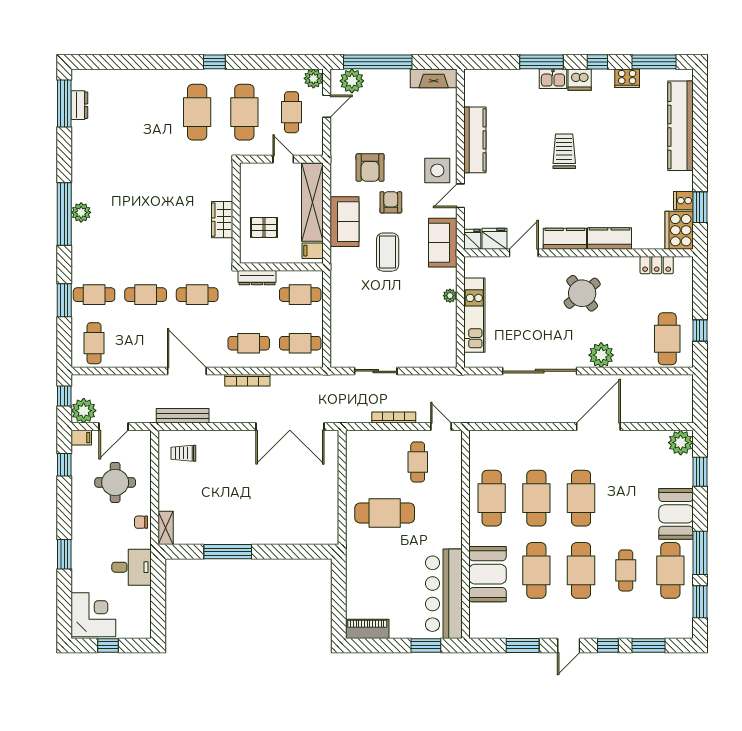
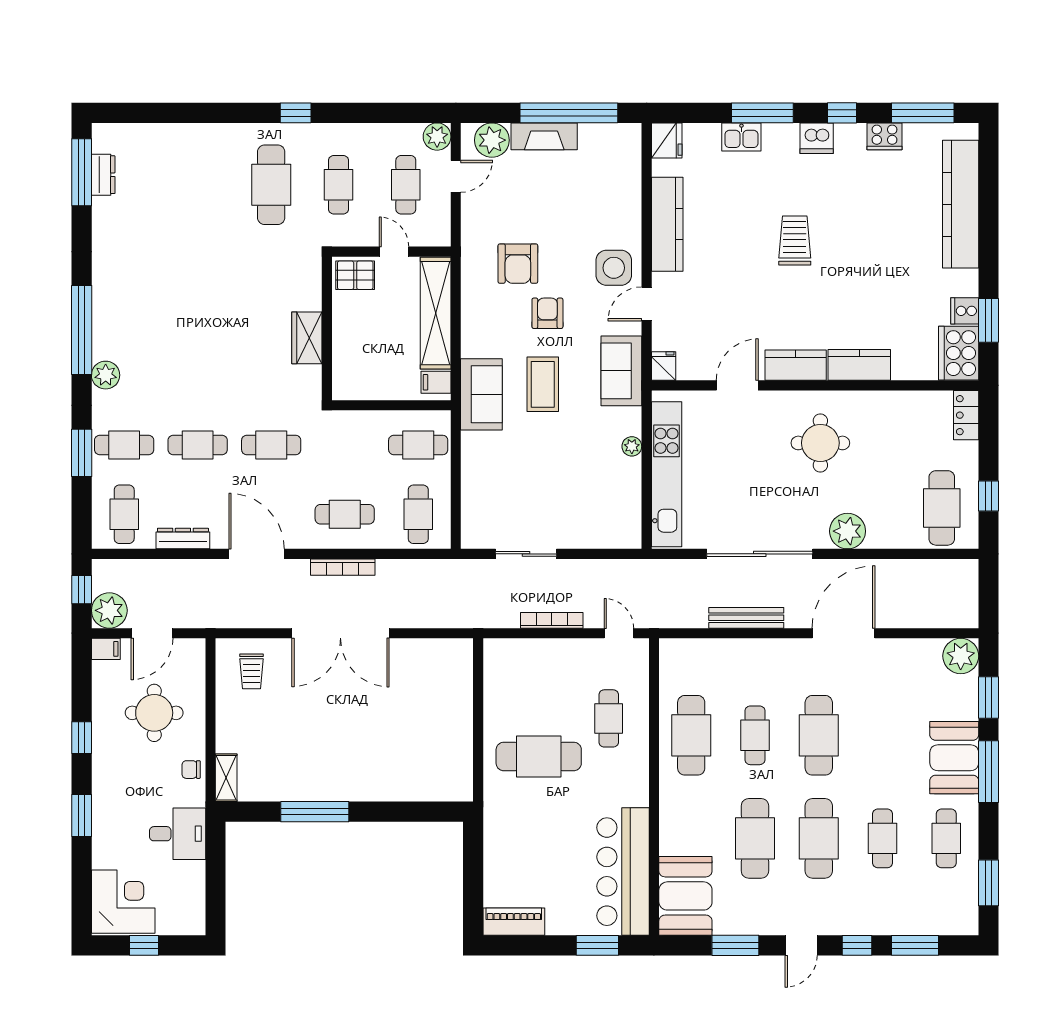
window: (378, 62) -> (569, 113), moved
fireplace: (434, 78) -> (544, 136), moved
kitchen sink: (553, 79) -> (741, 137), moved
cafe table: (244, 112) -> (339, 185), width x0.73, depth x0.74
plant: (81, 212) -> (106, 375), moved
sofa: (344, 222) -> (481, 394), moved
pallet: (264, 227) -> (355, 275), moved
fridge: (495, 239) -> (667, 140), moved, turned 90
locker: (657, 265) -> (966, 415), moved, turned 90
dresser: (257, 278) -> (183, 538), moved, turned 180
round table: (582, 293) -> (820, 443), turned 38
kitchen unit: (474, 315) -> (667, 474), width x1.36
cafe table: (300, 343) -> (418, 514), turned 90
bench: (183, 416) -> (746, 618), moved
double door: (290, 427) -> (340, 633), moved
trolley: (183, 453) -> (251, 671), turned -90
cafe table: (418, 462) -> (609, 718), moved
window: (64, 465) -> (82, 738), moved
cafe table: (536, 498) -> (755, 735), width x0.73, depth x0.74
window: (700, 553) -> (988, 772), moved
cafe table: (670, 570) -> (946, 838), width x0.73, depth x0.74
booth: (488, 574) -> (685, 896), moved

